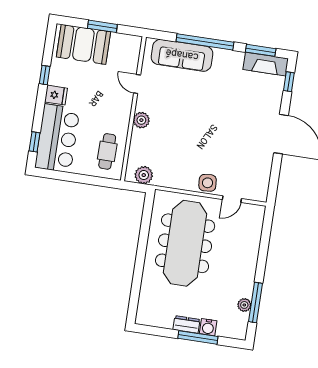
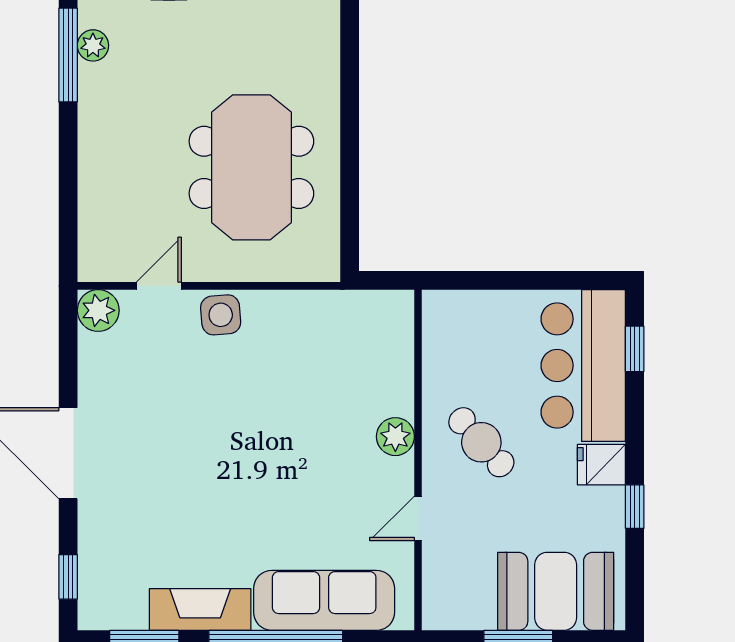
fireplace: (266, 64) -> (200, 609), moved
door: (137, 84) -> (418, 518), swing flipped
cafe table: (107, 151) -> (481, 442), moved, turned -43
plant: (144, 175) -> (98, 310), moved
meeting table: (185, 243) -> (251, 167), width x0.73

